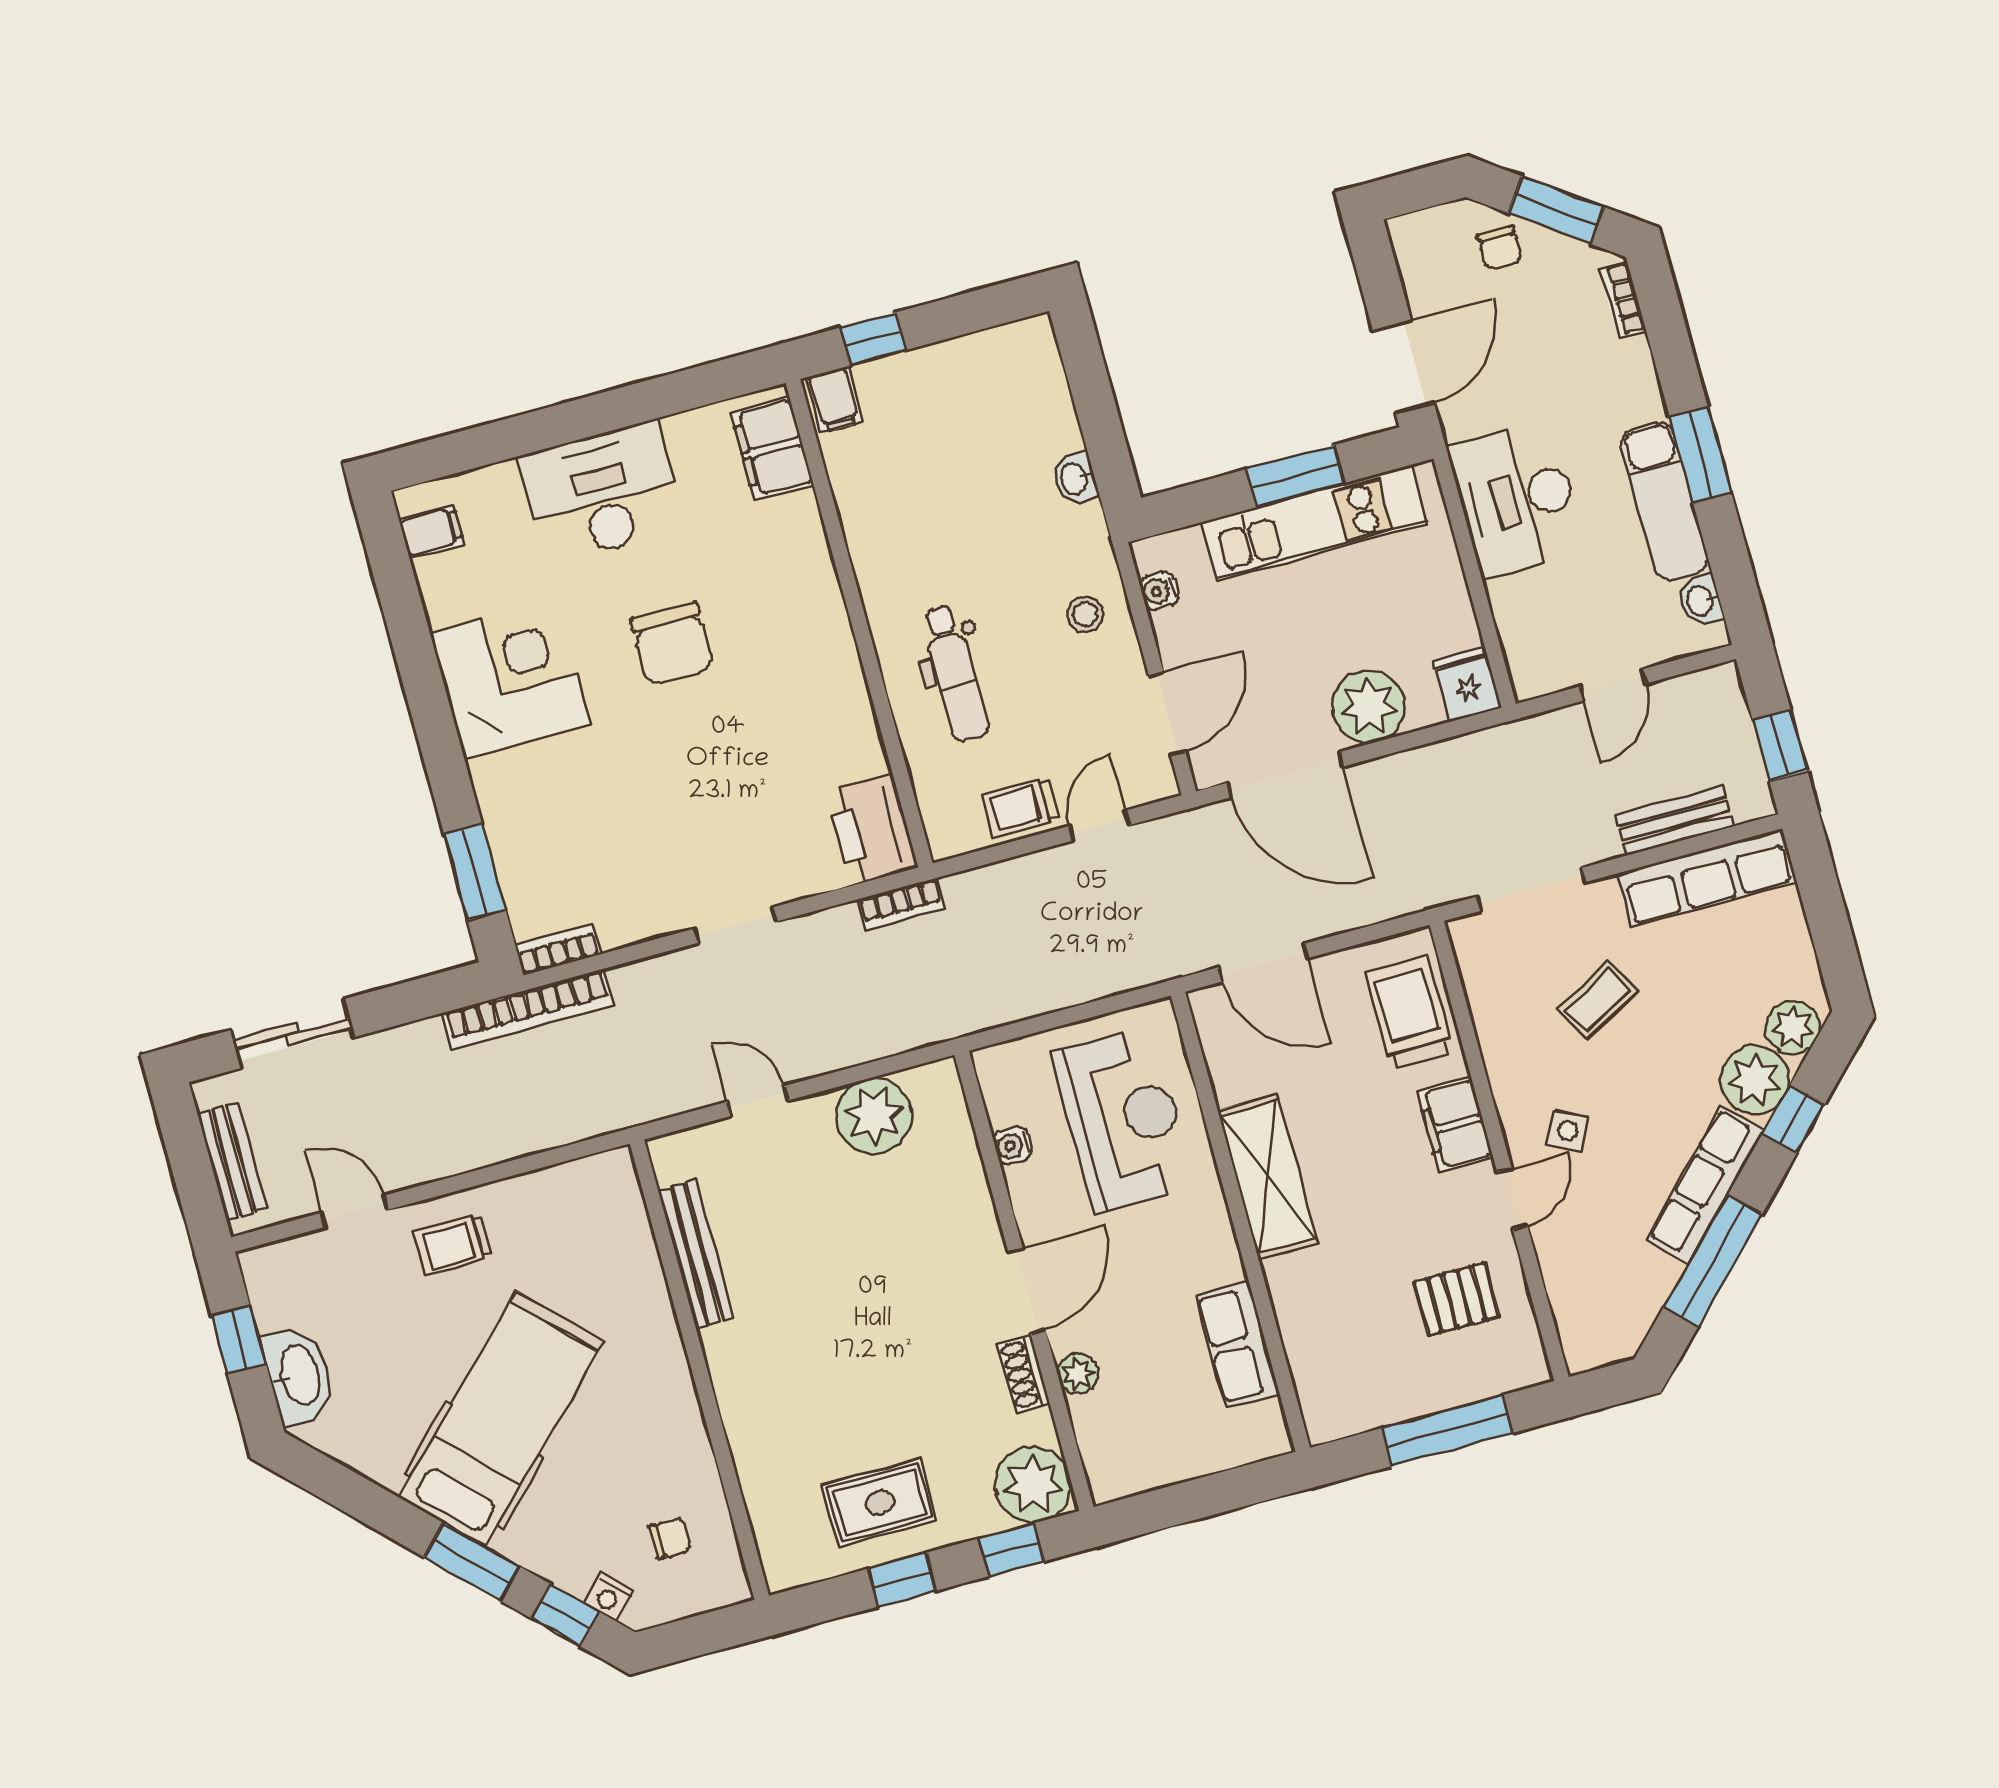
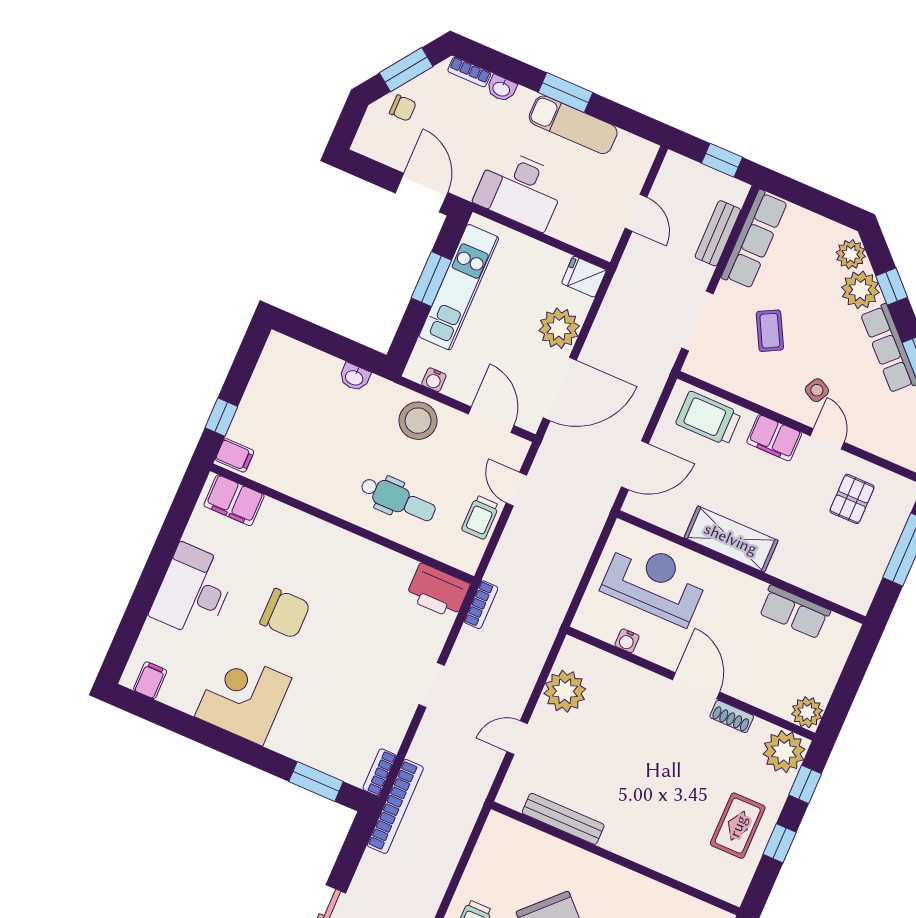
washbasin: (1701, 601) -> (501, 89), moved
stool: (1085, 614) -> (418, 421), width x1.89, depth x1.89
plant: (1078, 1374) -> (807, 712), moved, width x1.38, depth x1.38

